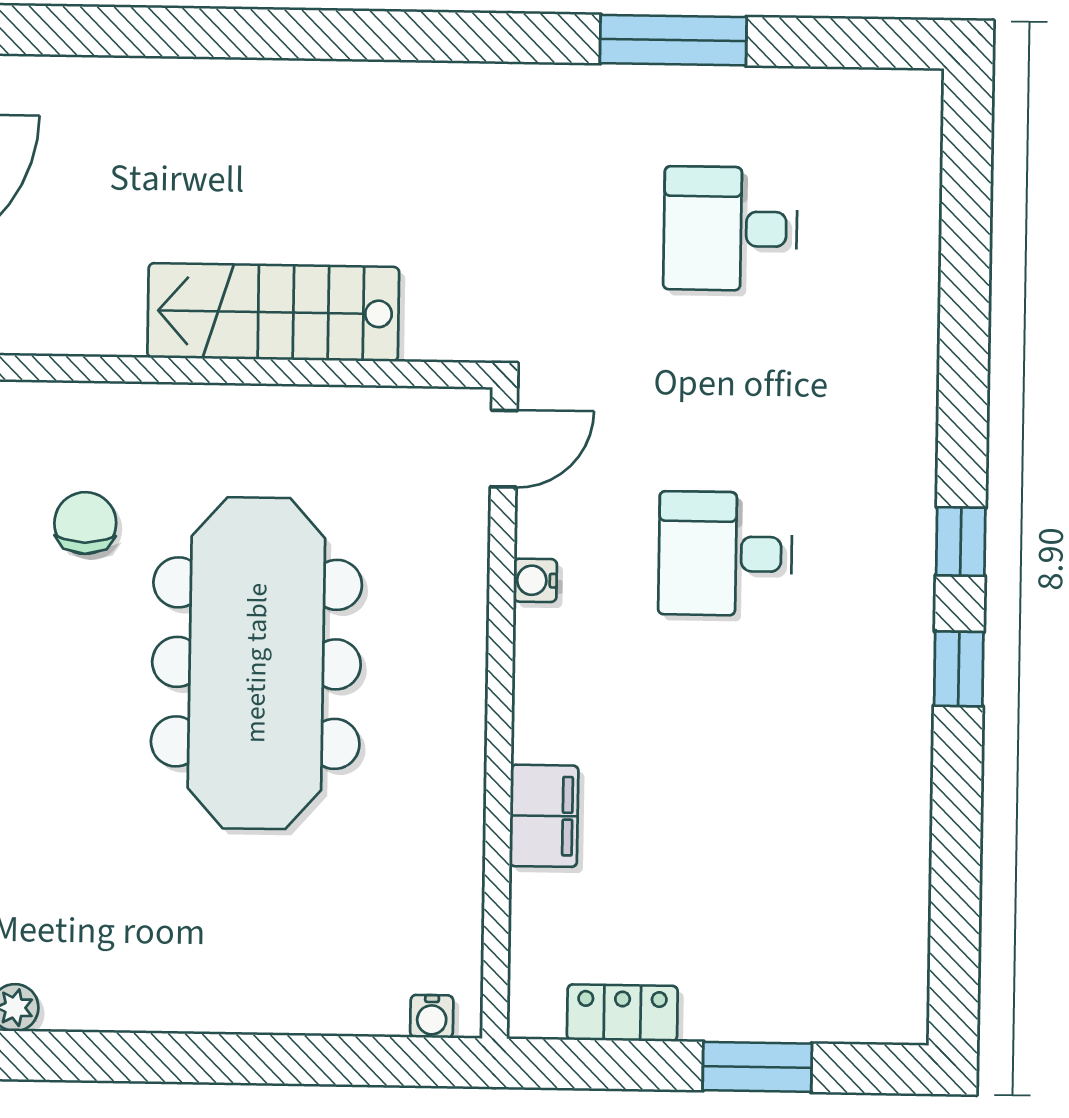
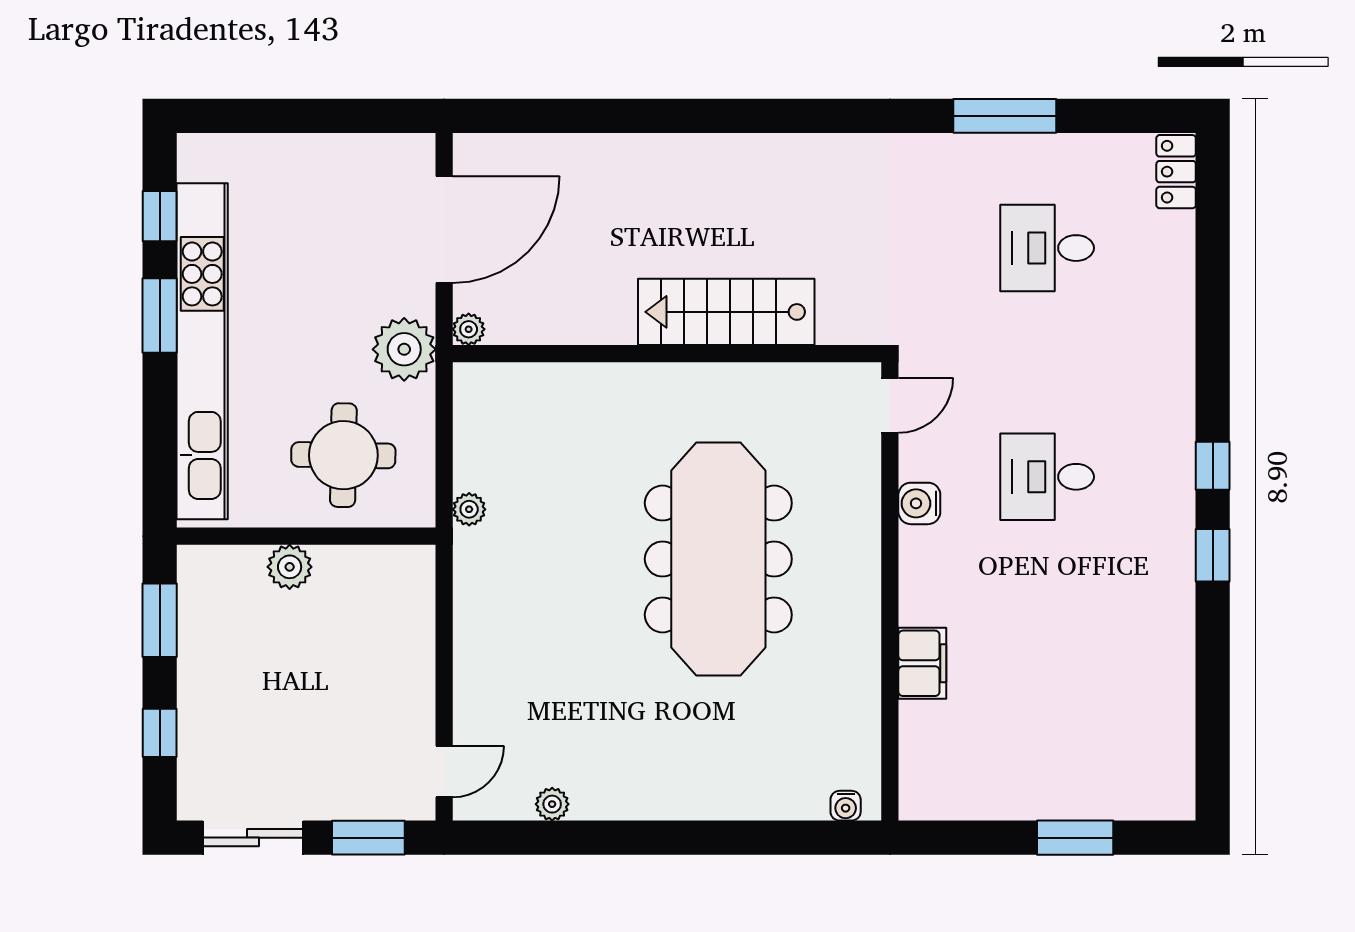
chair: (85, 523) -> (596, 462), removed
water cooler: (535, 580) -> (919, 503), width x1.38, depth x1.38
locker: (622, 1013) -> (1176, 172), moved, turned -90

